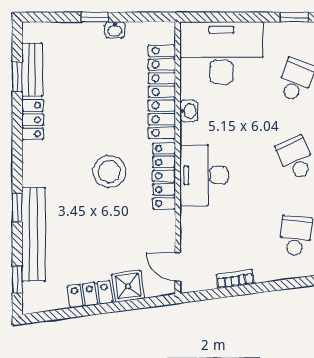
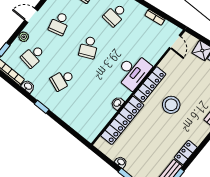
desk: (221, 53) -> (84, 116), removed

